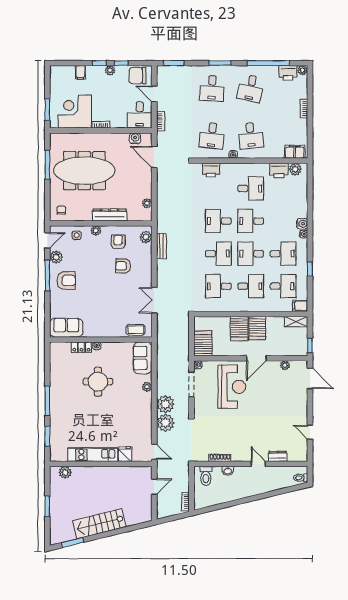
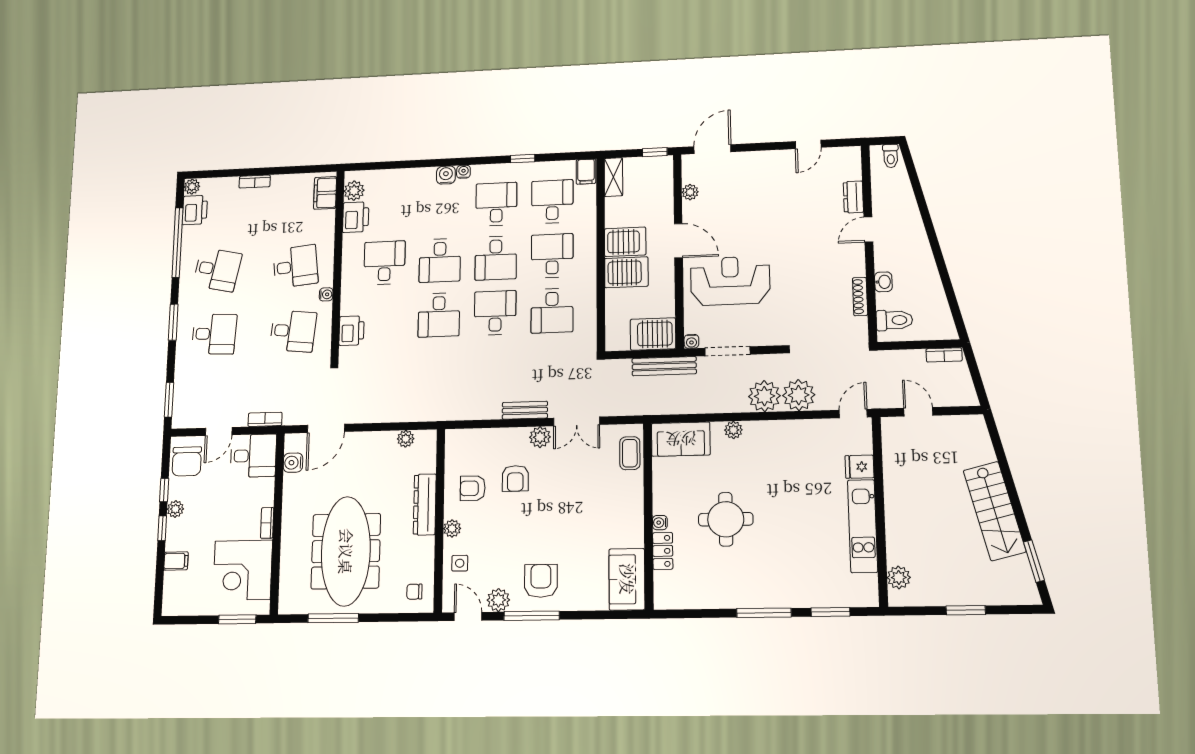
plant: (146, 237) -> (540, 437), moved
bench: (161, 246) -> (525, 410), moved
bench: (184, 349) -> (664, 366), added

